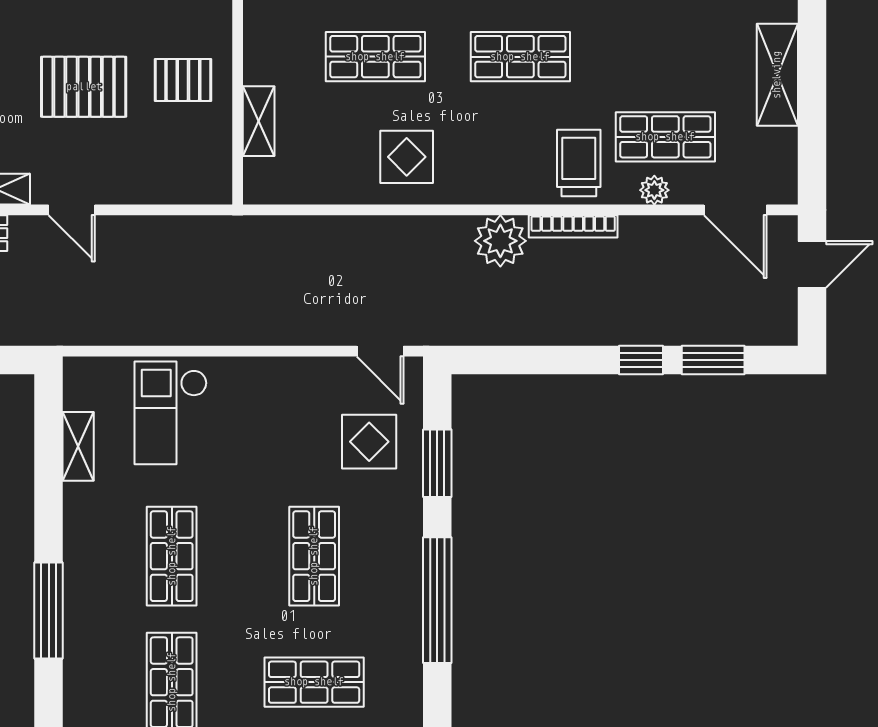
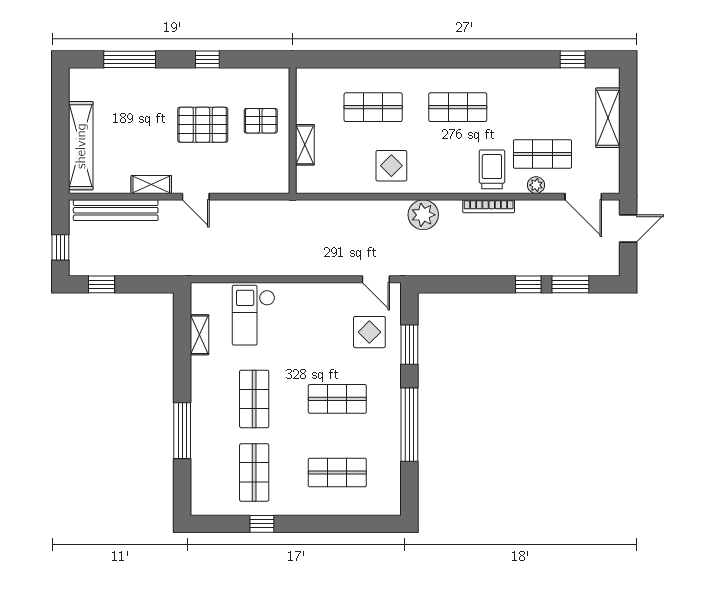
plant: (500, 241) -> (423, 215), moved
shop shelf: (314, 556) -> (337, 399), turned 90

